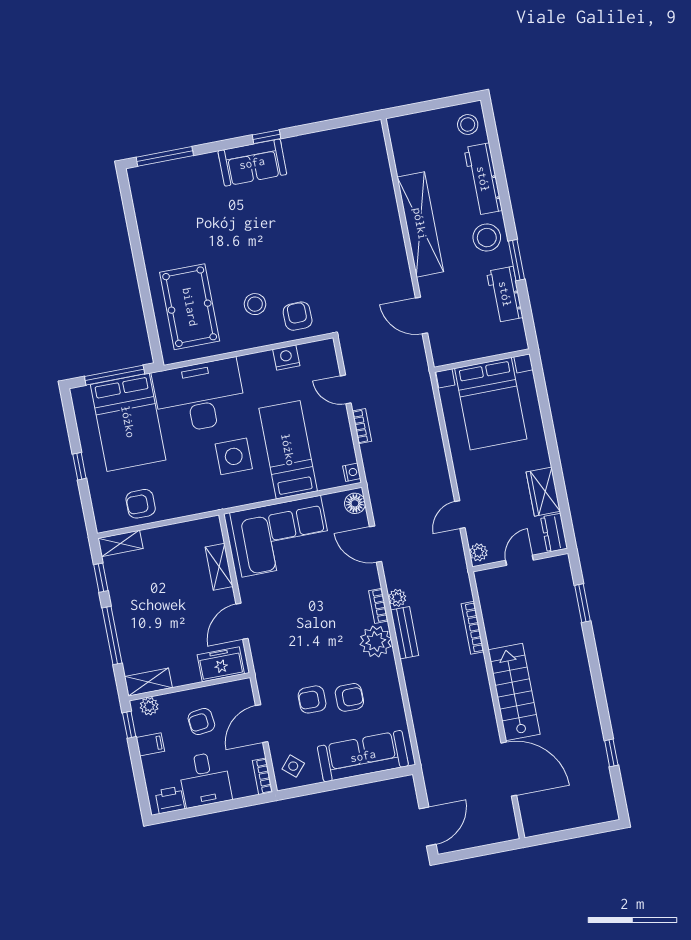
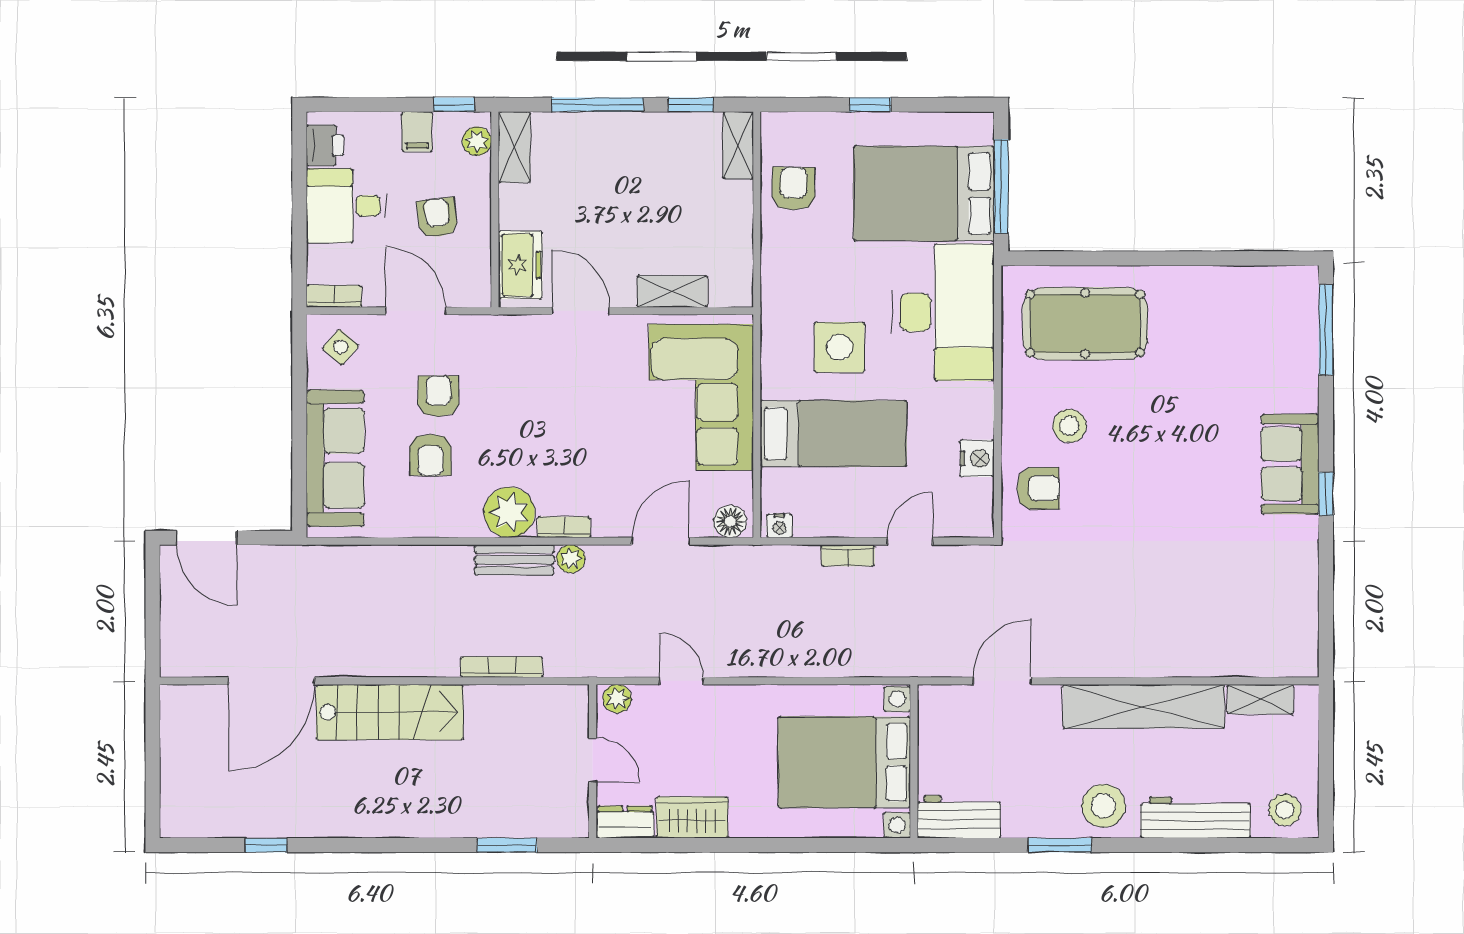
shelving: (402, 153) -> (1260, 699), added
workbench: (505, 294) -> (959, 817), moved

